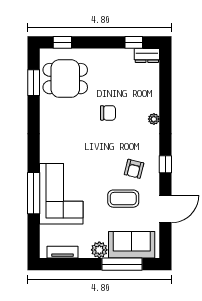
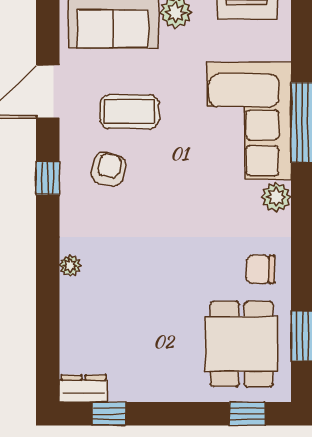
dining table: (65, 79) -> (242, 344), turned 90
chair: (108, 113) -> (261, 269), moved
plant: (47, 155) -> (276, 197), added

